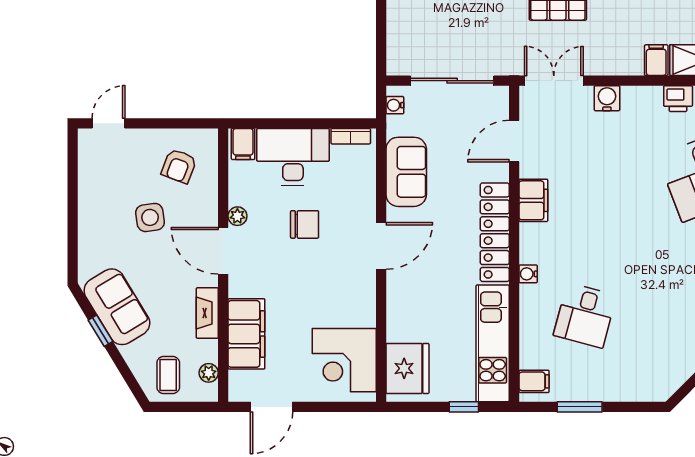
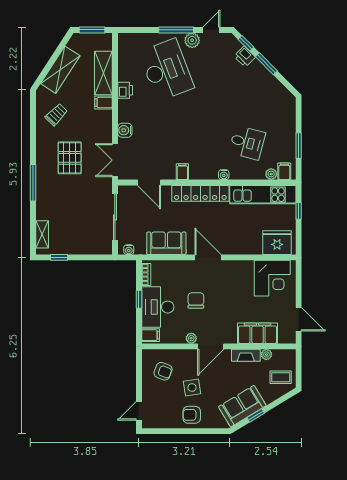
door: (109, 123) -> (139, 411), hinge flipped
window: (307, 123) -> (139, 299), added
filing cabinet: (533, 200) -> (182, 172), width x0.50
armchair: (102, 217) -> (192, 415), added
plant: (529, 358) -> (271, 174), added
plant: (209, 373) -> (266, 354), moved

